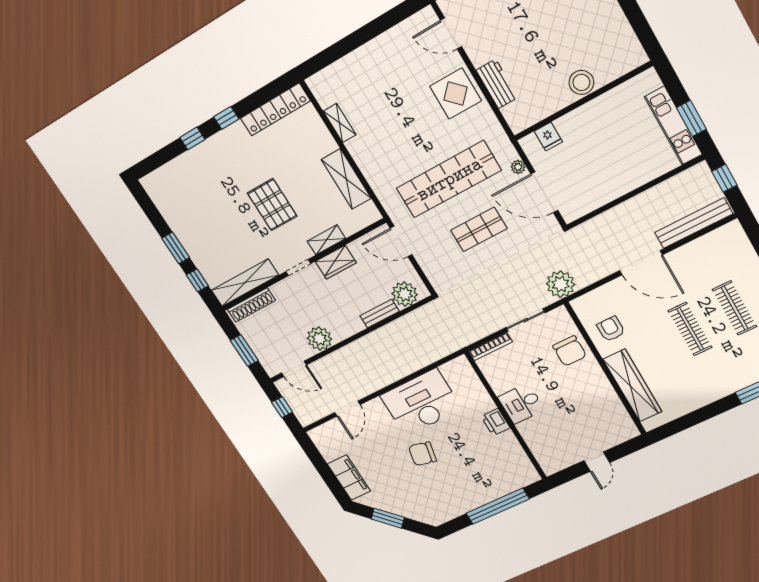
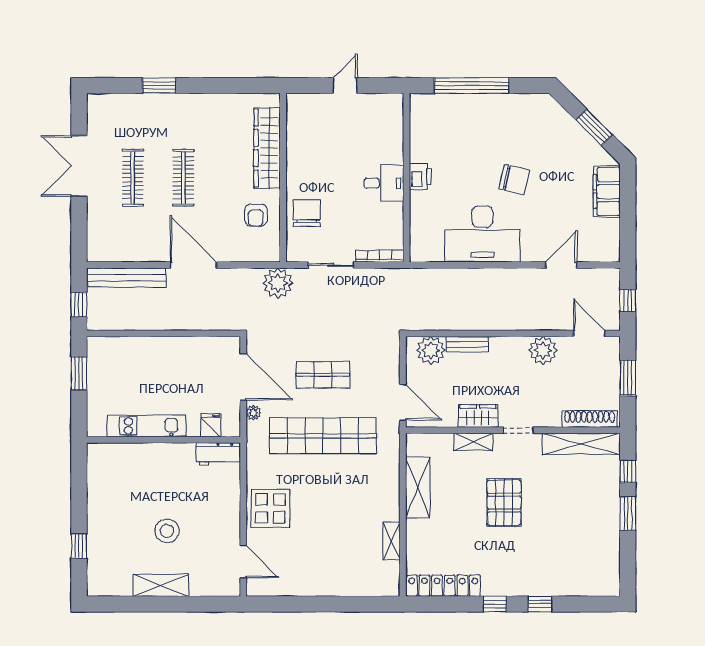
stool: (581, 82) -> (167, 531), moved
workbench: (497, 84) -> (218, 454), moved, turned -90
kitchen unit: (673, 126) -> (146, 426), moved, turned -90

